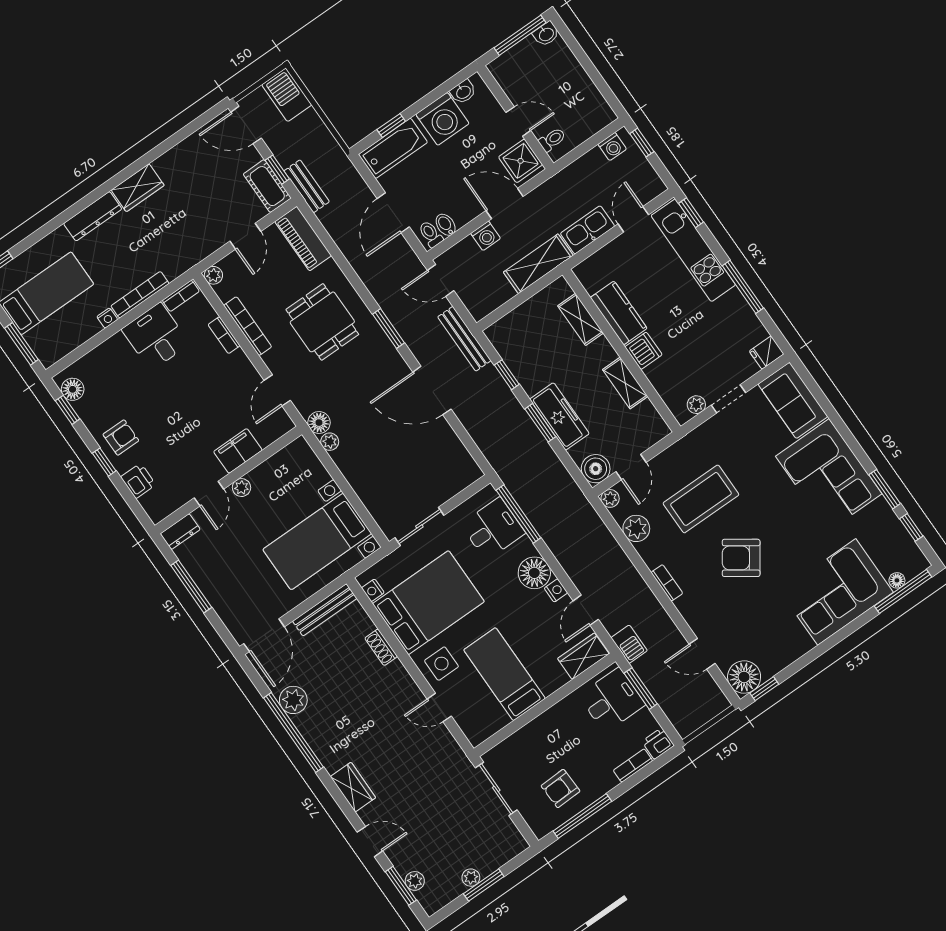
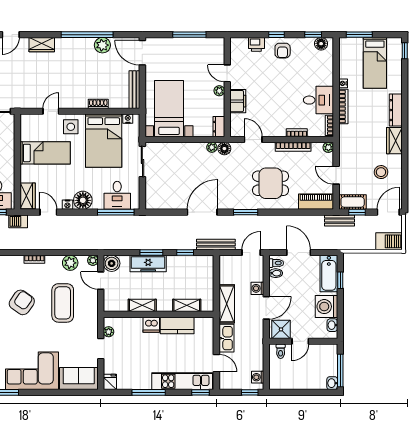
stool: (196, 175) -> (381, 172), added
dresser: (180, 532) -> (219, 127), moved

